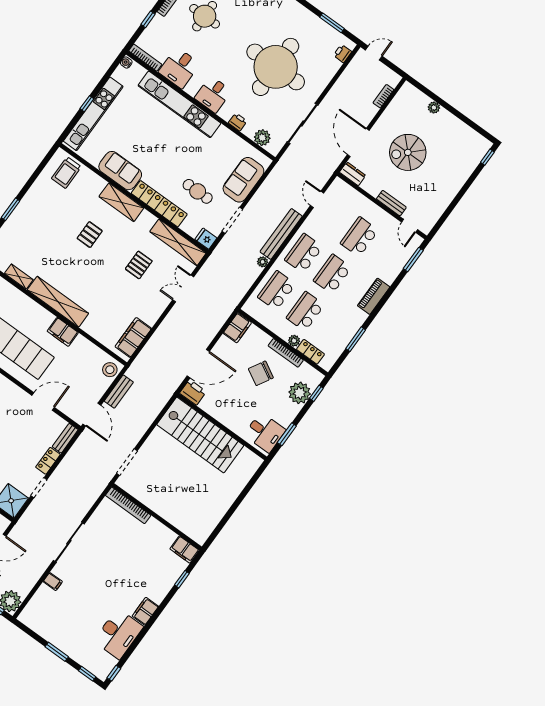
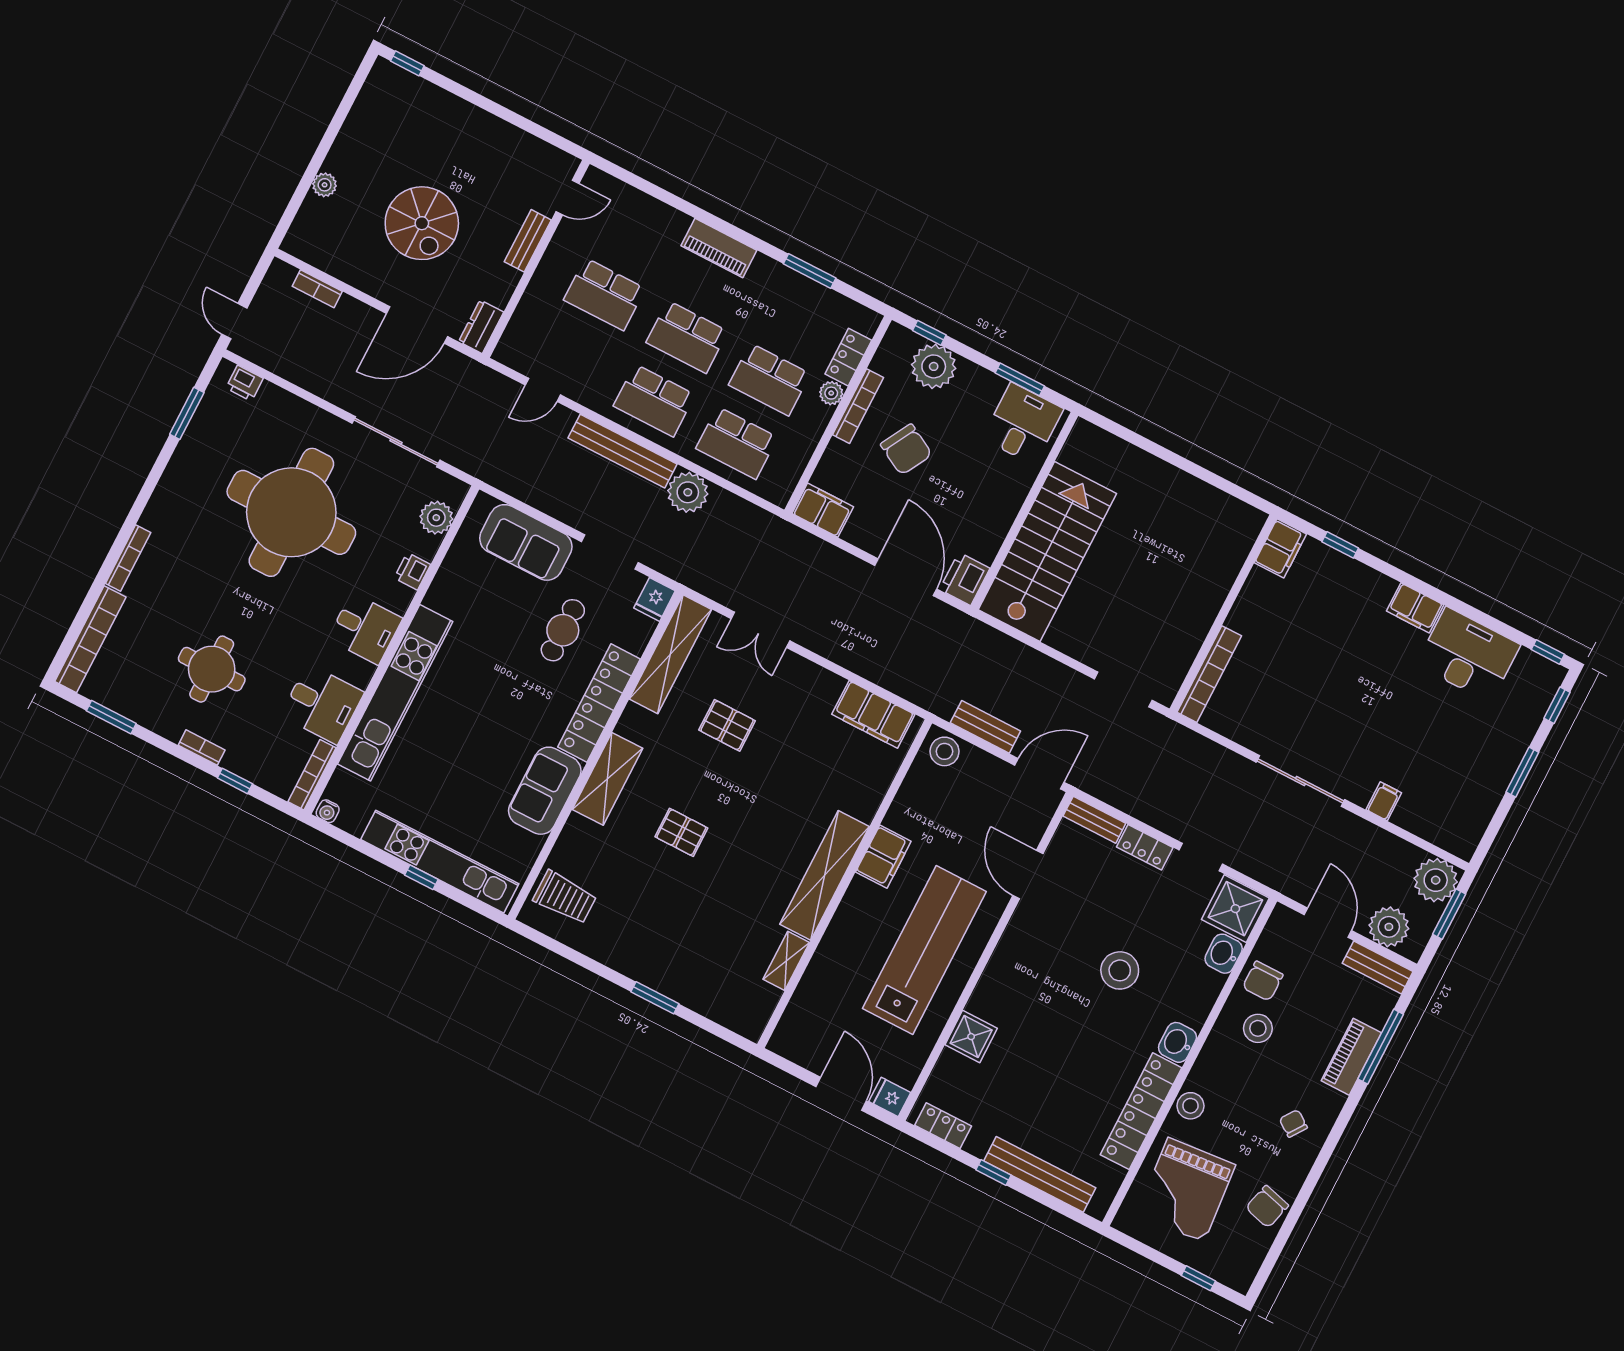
window: (413, 259) -> (633, 180), removed
plant: (263, 262) -> (688, 492), width x1.88, depth x1.88

